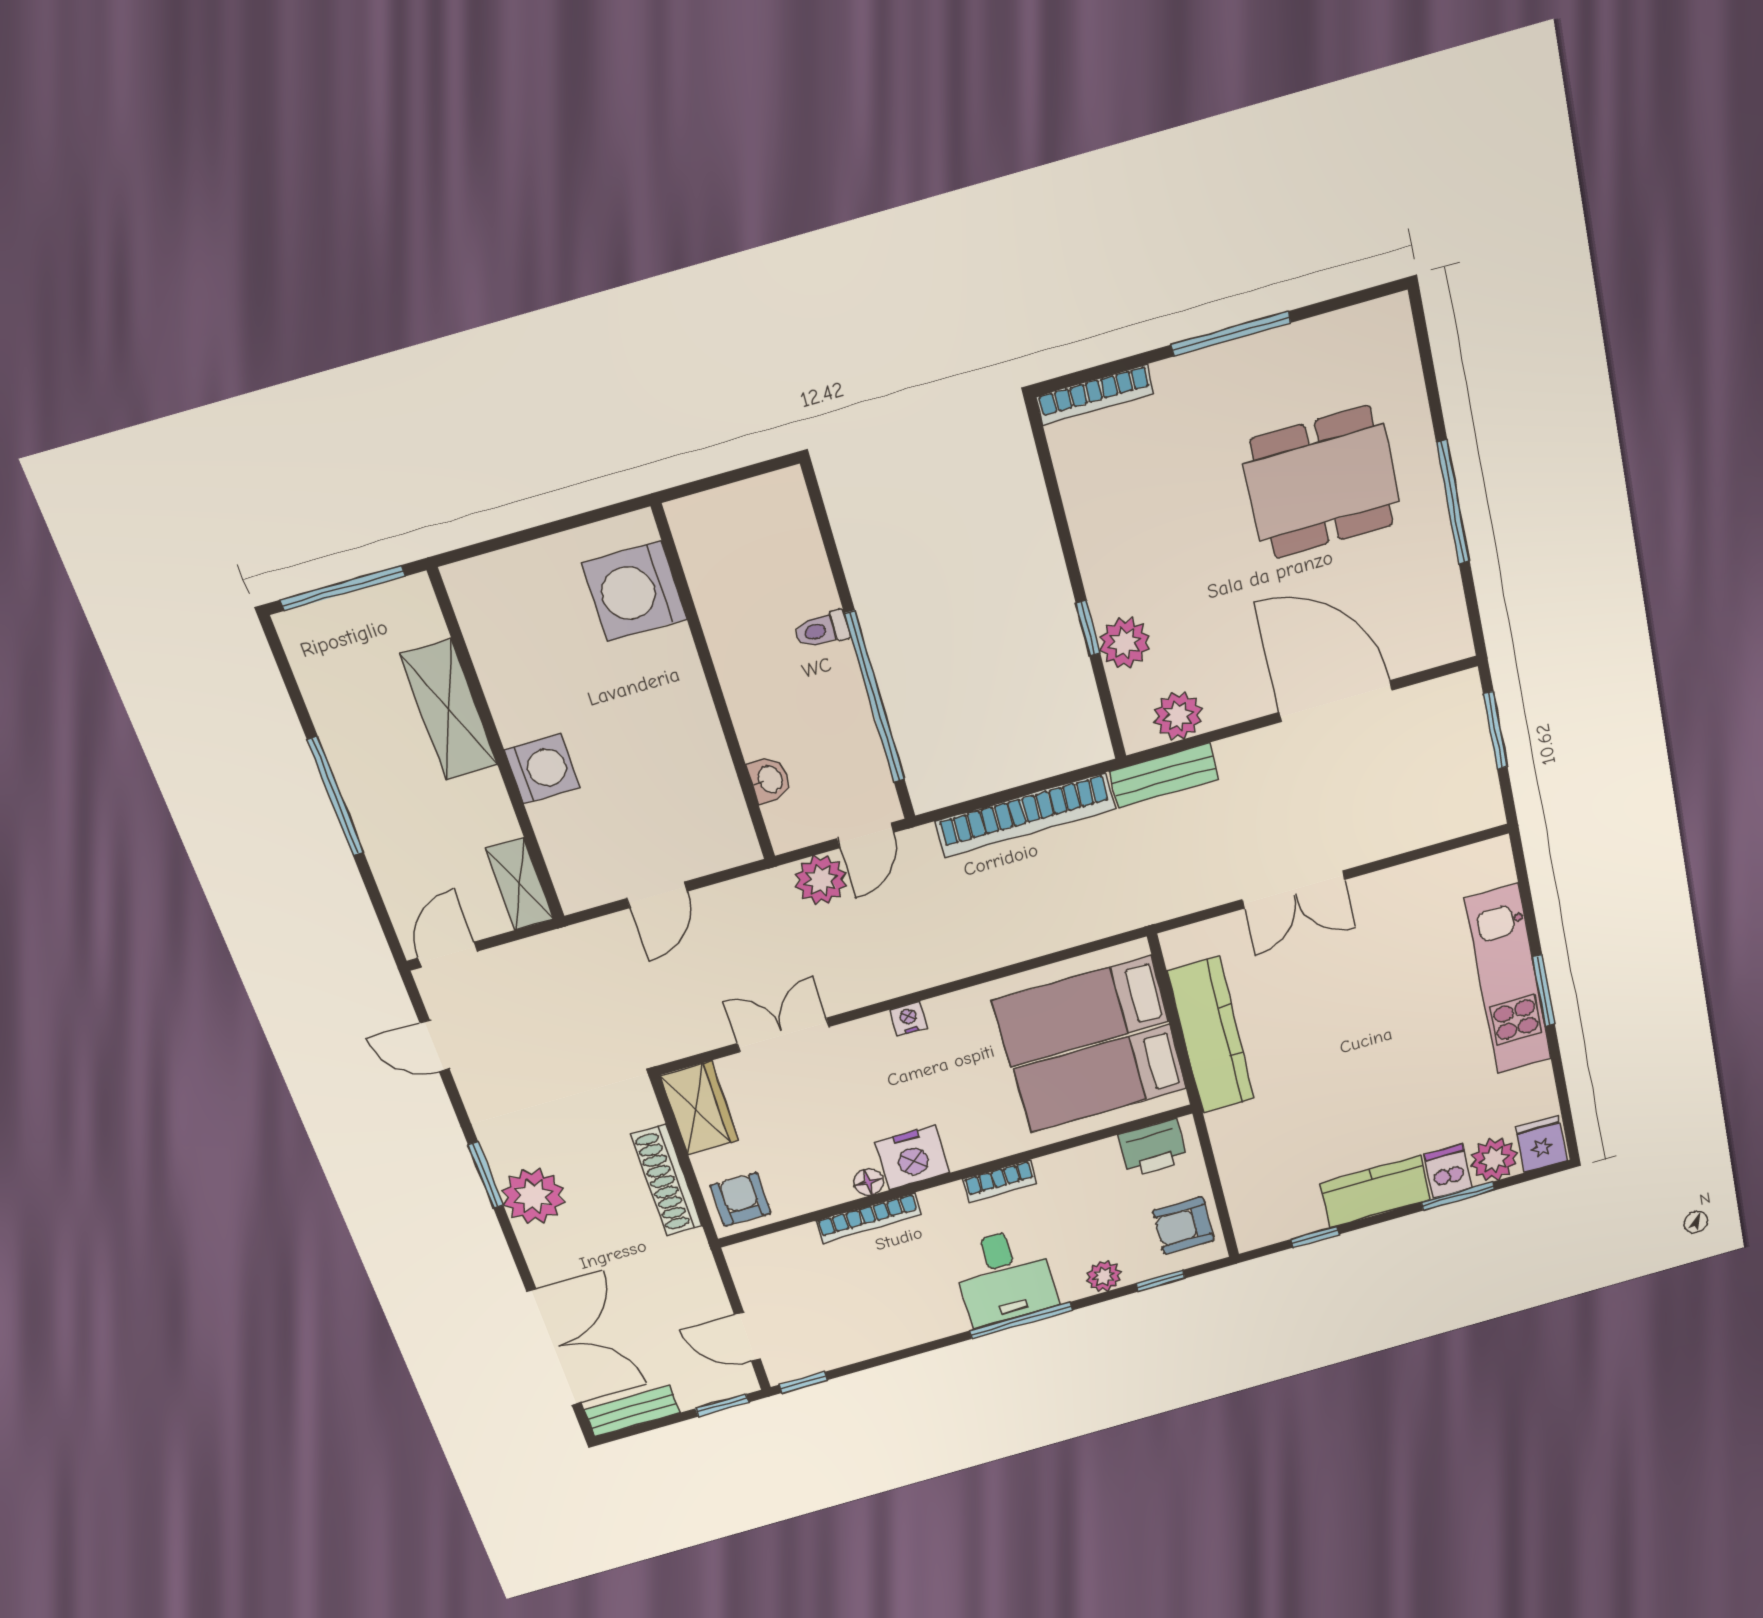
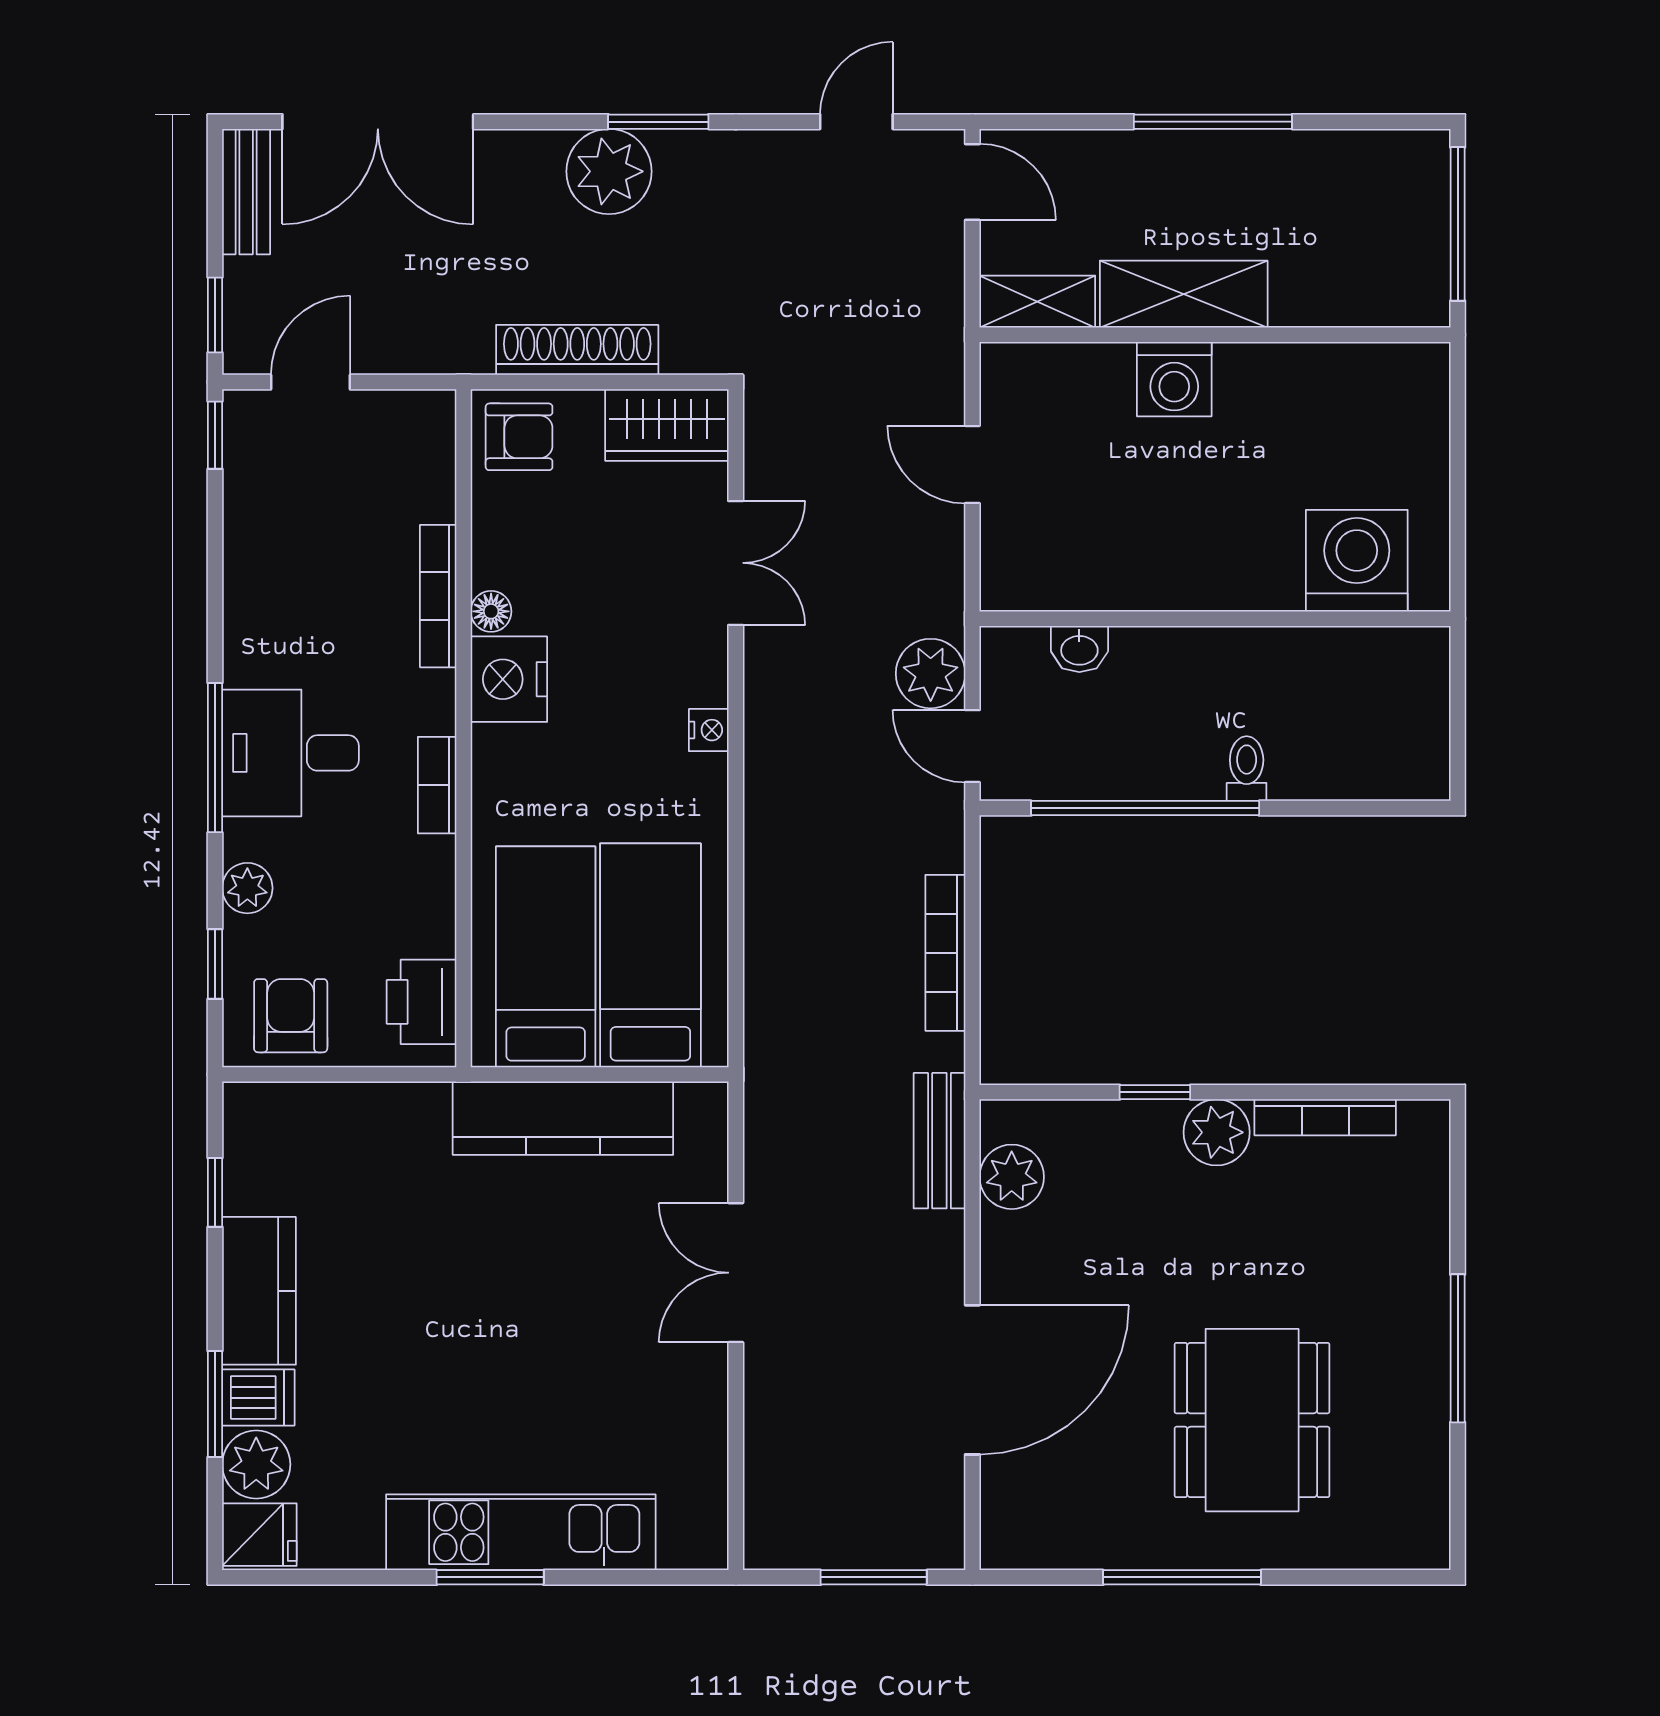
bookcase: (1095, 395) -> (1325, 1117), moved, turned -90
plant: (1124, 643) -> (1217, 1132), moved
shelving: (449, 710) -> (1184, 294), moved
bookcase: (1025, 815) -> (945, 953), width x0.68, depth x0.76

